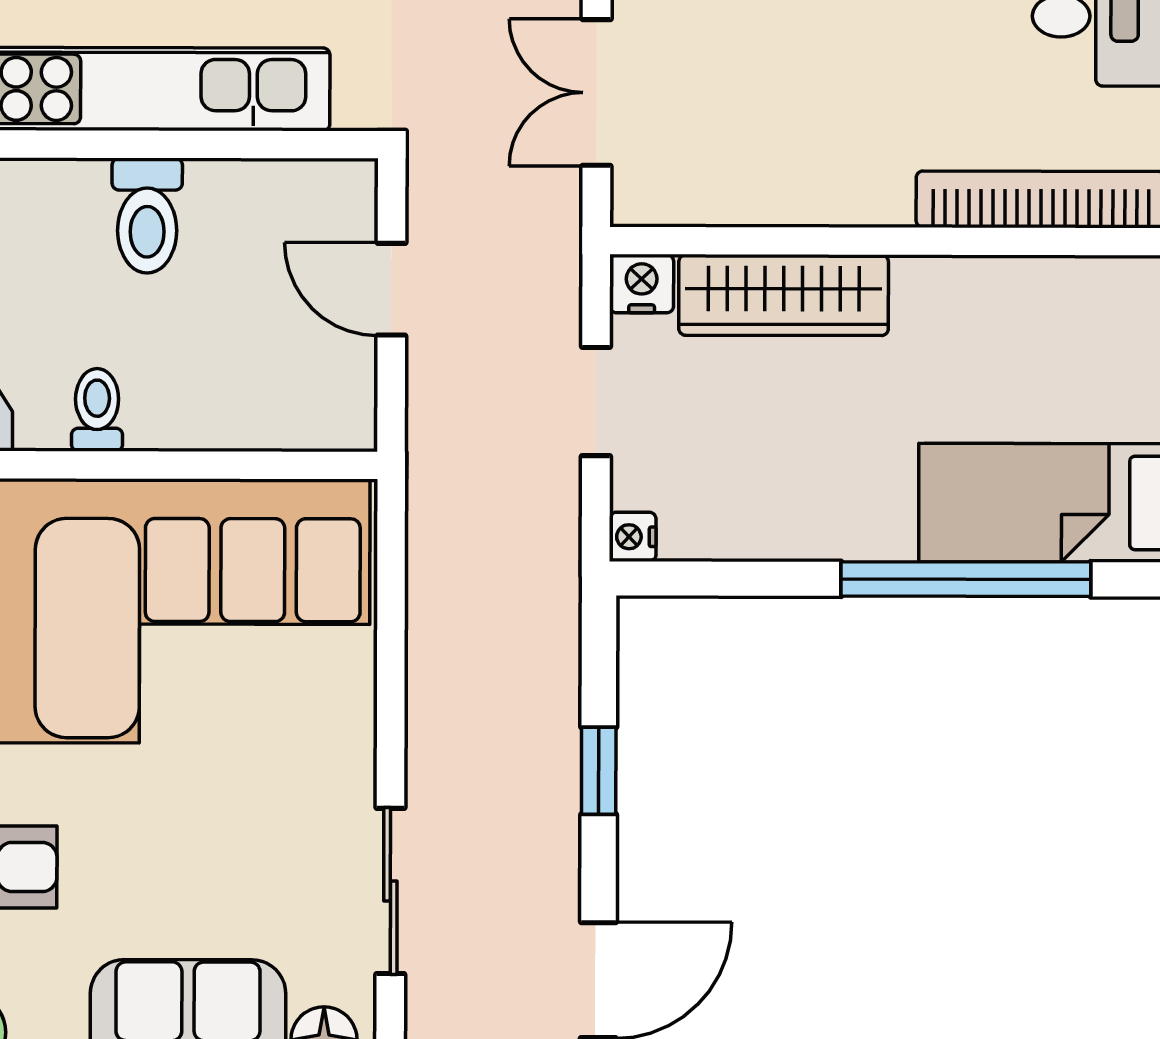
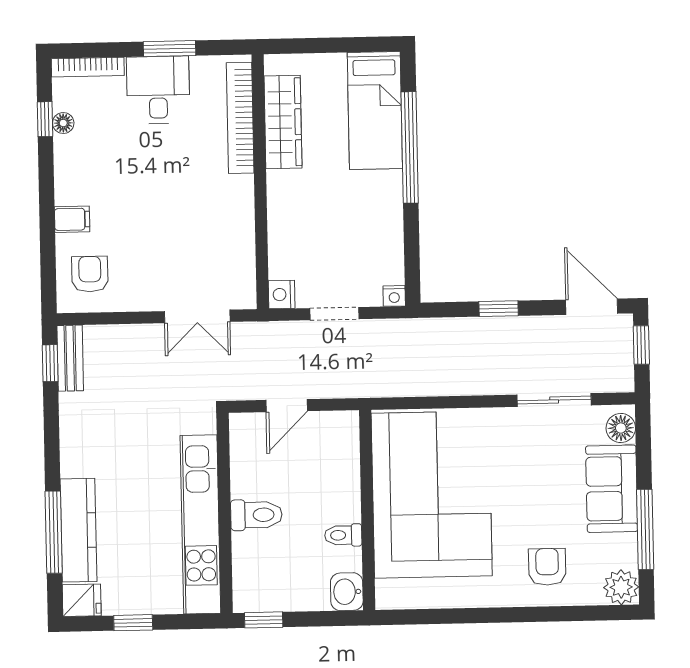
wardrobe: (784, 295) -> (283, 122), moved

